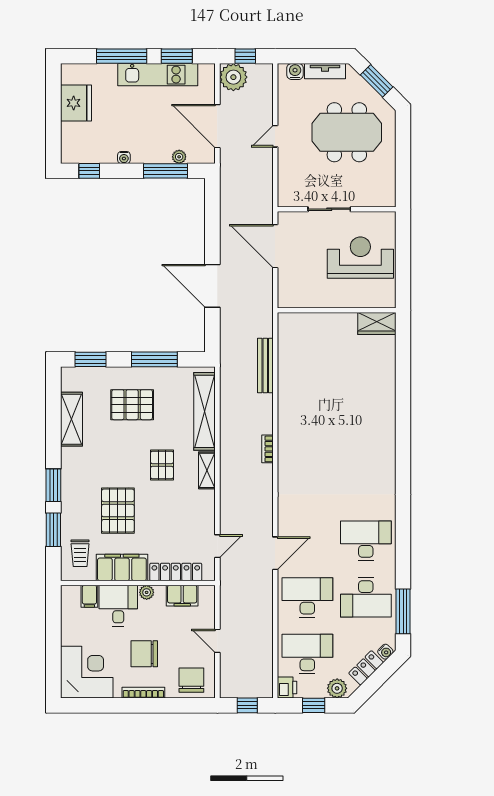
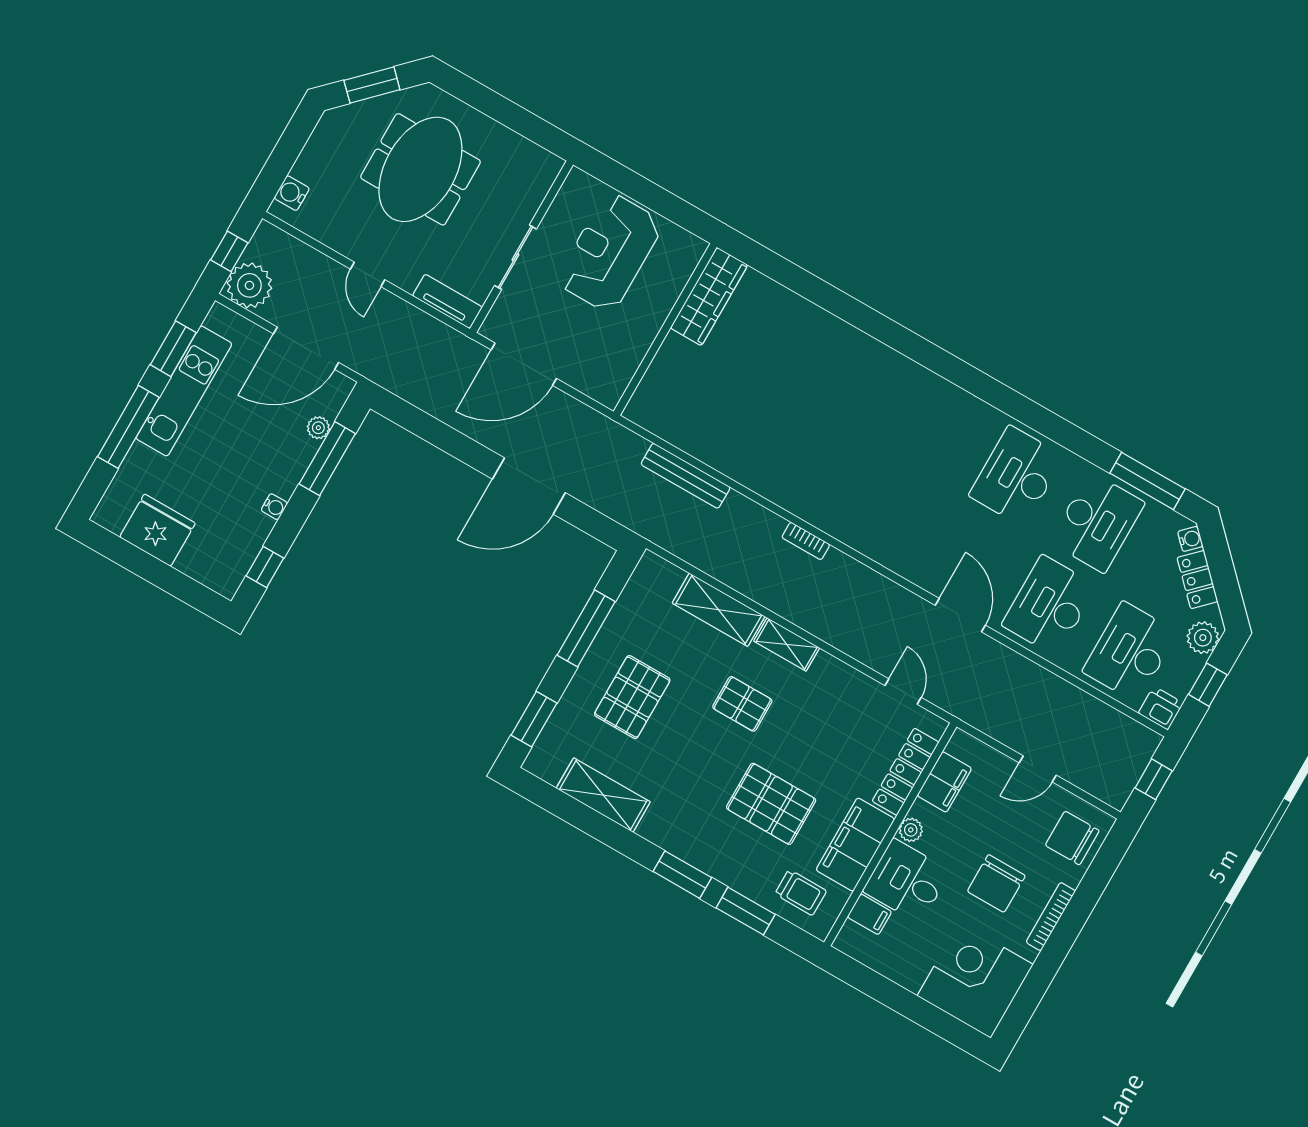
tv unit: (325, 71) -> (447, 301), moved, turned -90
wardrobe: (377, 323) -> (709, 296), width x1.50
shelving: (205, 411) -> (719, 610), width x0.68

